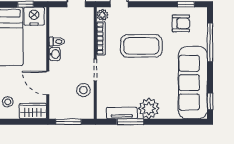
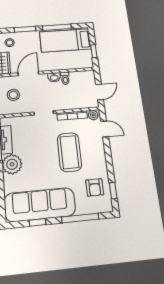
nightstand: (34, 16) -> (85, 58), removed
stool: (83, 90) -> (13, 95), moved
window: (210, 101) -> (38, 222), moved

